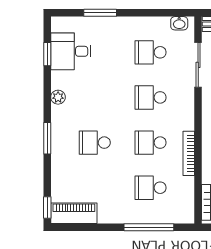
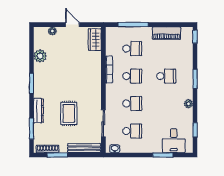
desk: (71, 51) -> (174, 141), moved, turned 90
piano: (74, 213) -> (167, 33), moved

